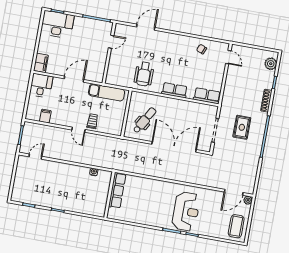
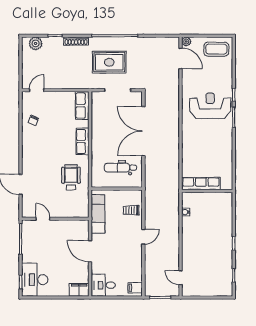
wheelchair: (144, 74) -> (71, 177), turned -90
filing cabinet: (45, 116) -> (135, 288), moved
dental chair: (145, 120) -> (120, 168), turned -30
trolley: (92, 121) -> (131, 210), moved
rug: (242, 127) -> (109, 62), width x1.36, depth x1.43

